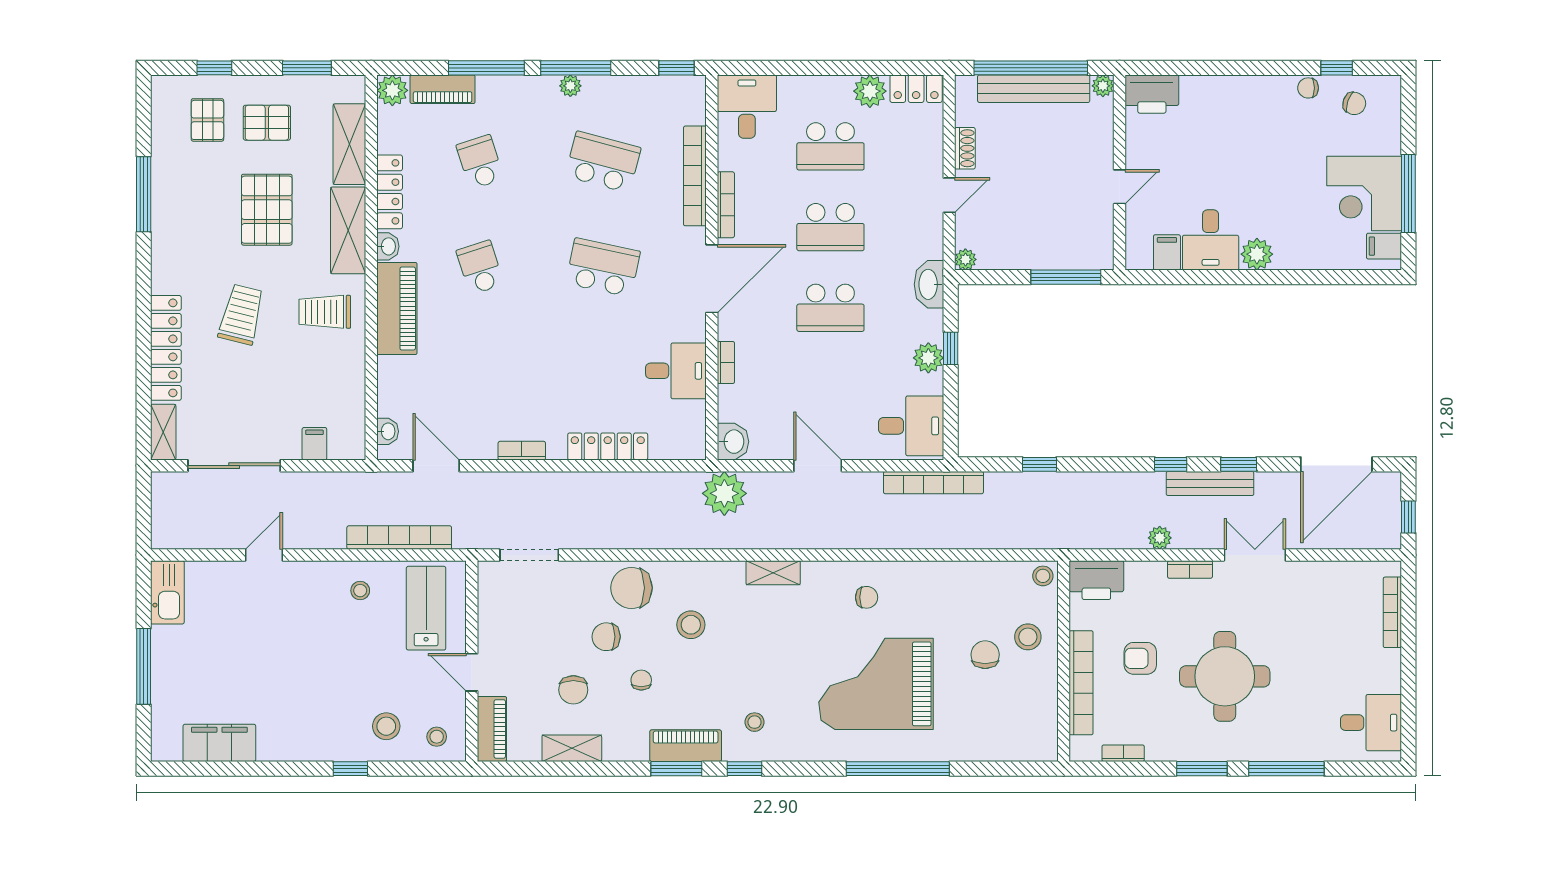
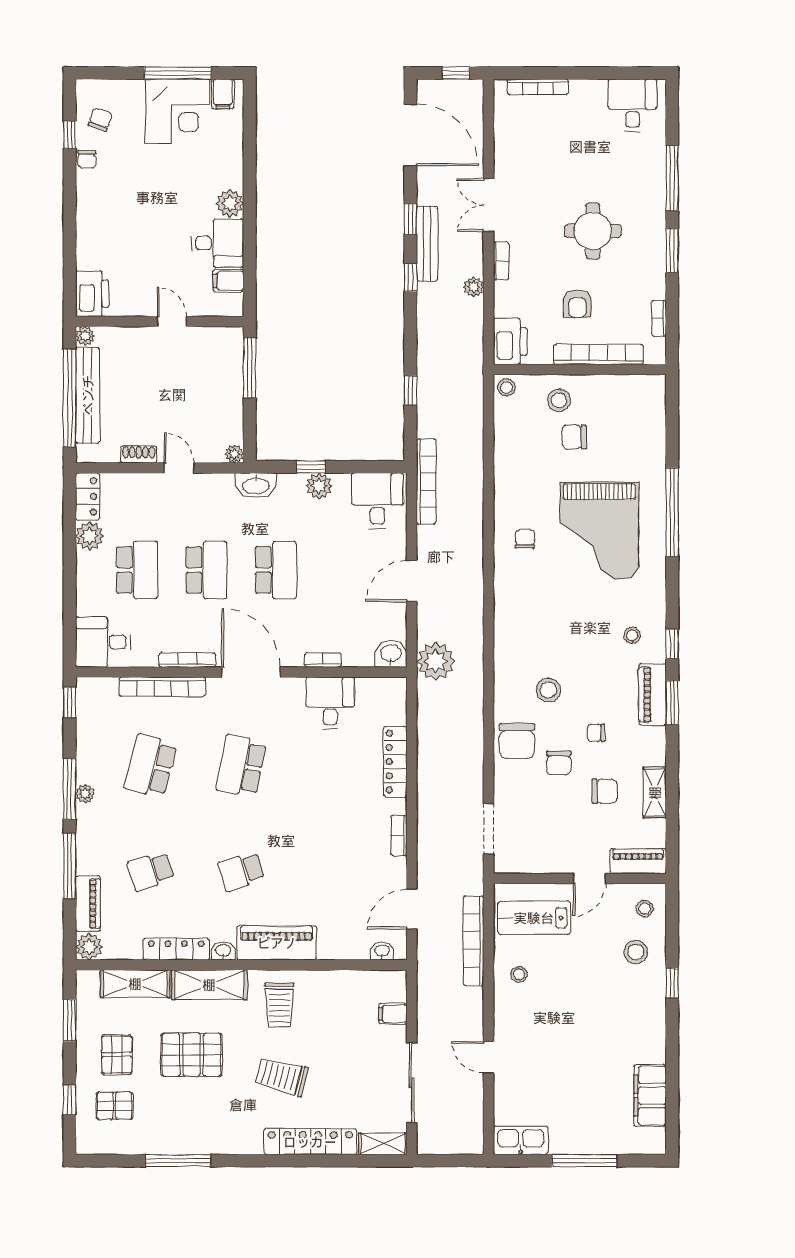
shelving: (773, 573) -> (504, 619), removed
round table: (1225, 676) -> (593, 231), width x0.73, depth x0.73

